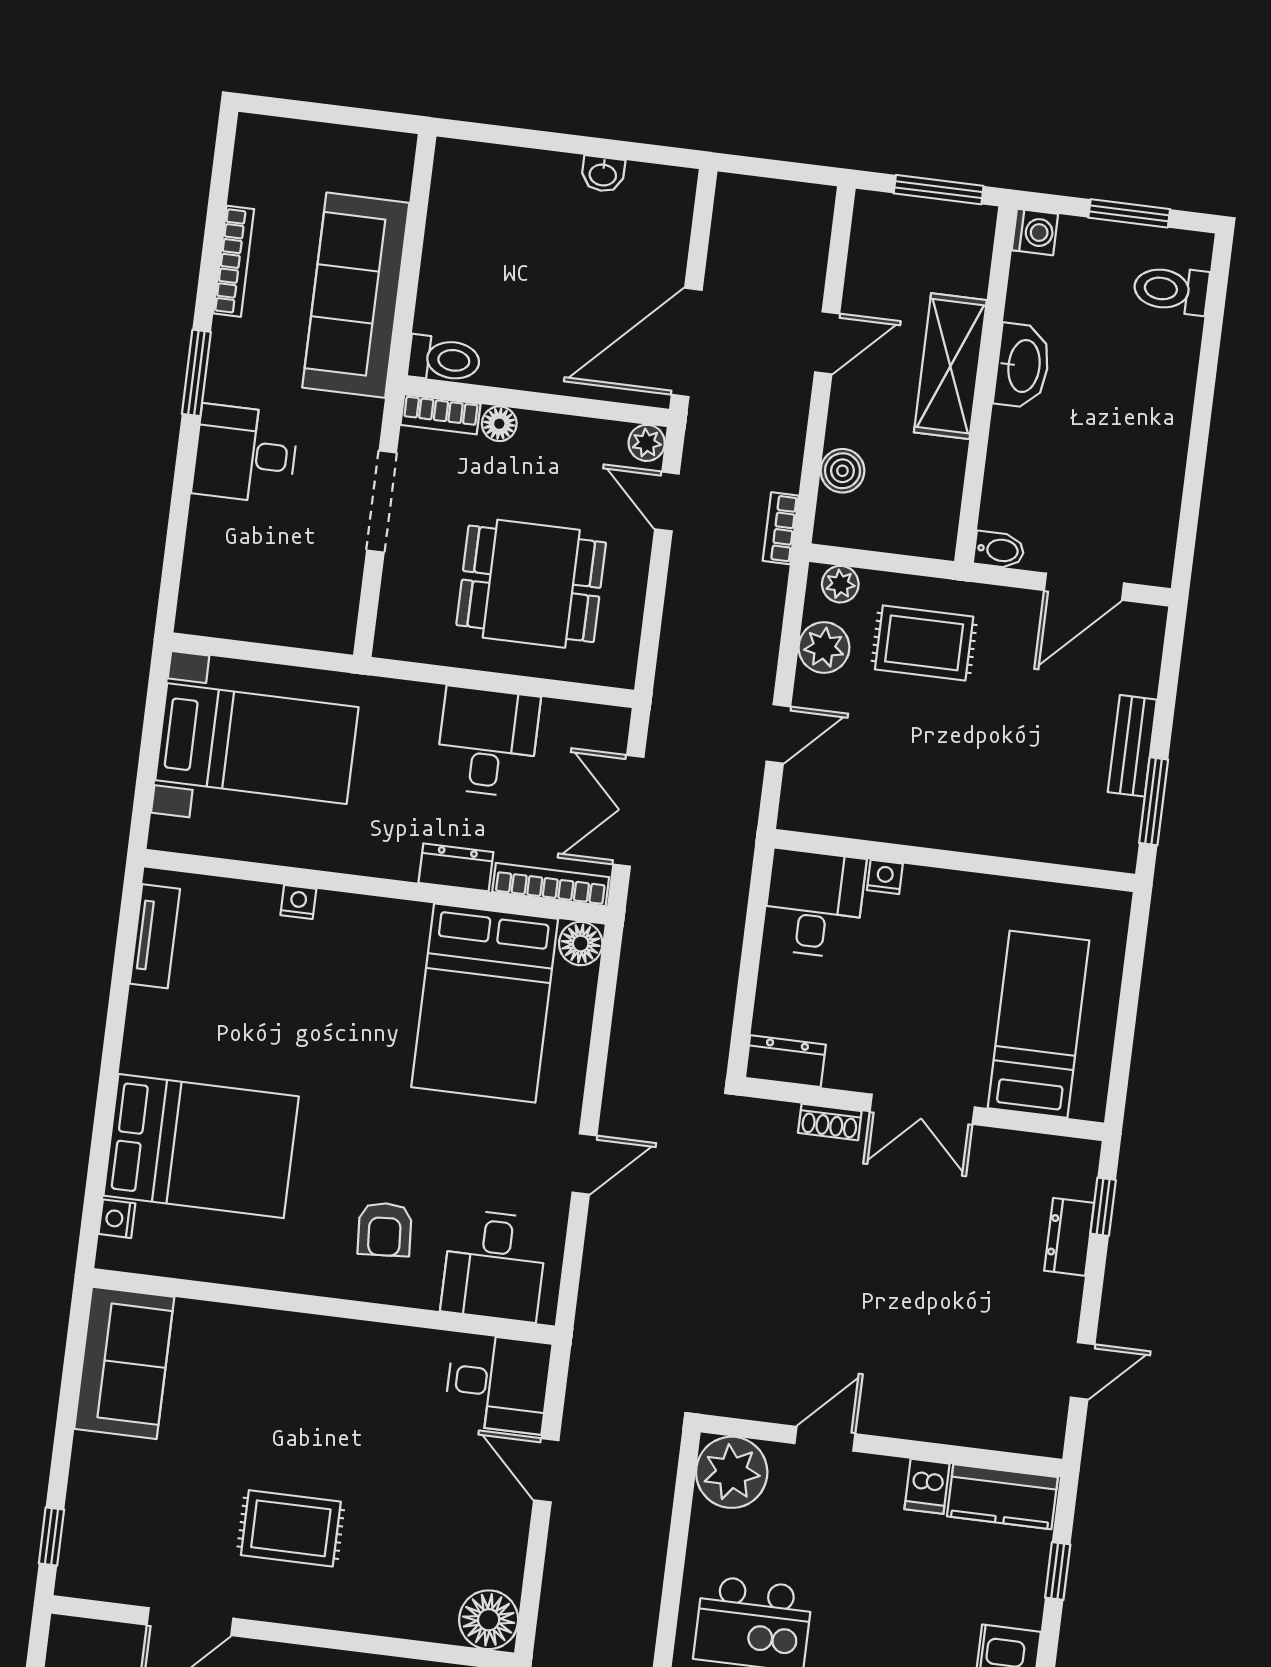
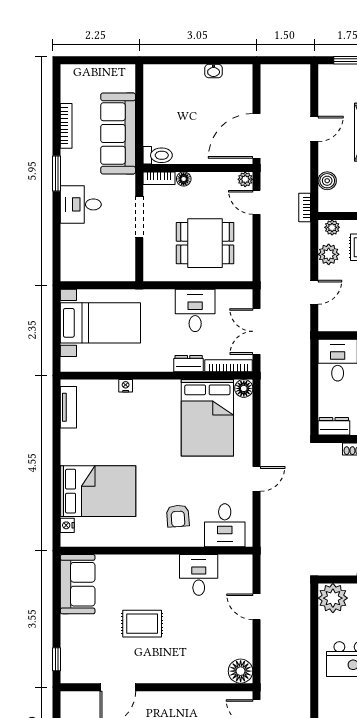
desk: (498, 1383) -> (199, 575), moved, turned -90
rug: (291, 1528) -> (142, 624), moved

